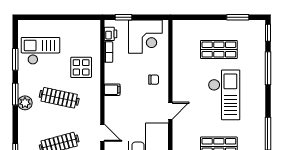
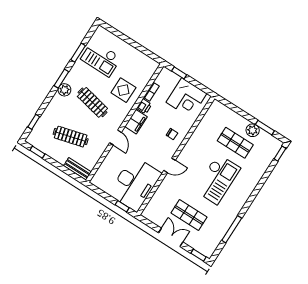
plant: (228, 27) -> (253, 130), added
printer: (111, 34) -> (144, 106), moved
checkout: (41, 51) -> (101, 58), turned 180
window: (268, 68) -> (263, 180), removed
filing cabinet: (112, 90) -> (136, 122), width x2.00
door: (102, 133) -> (116, 138), moved

